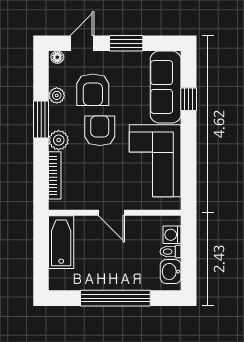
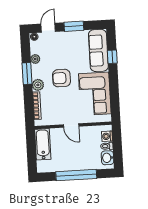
armchair: (93, 90) -> (56, 55), removed
armchair: (100, 131) -> (62, 78), turned -90

